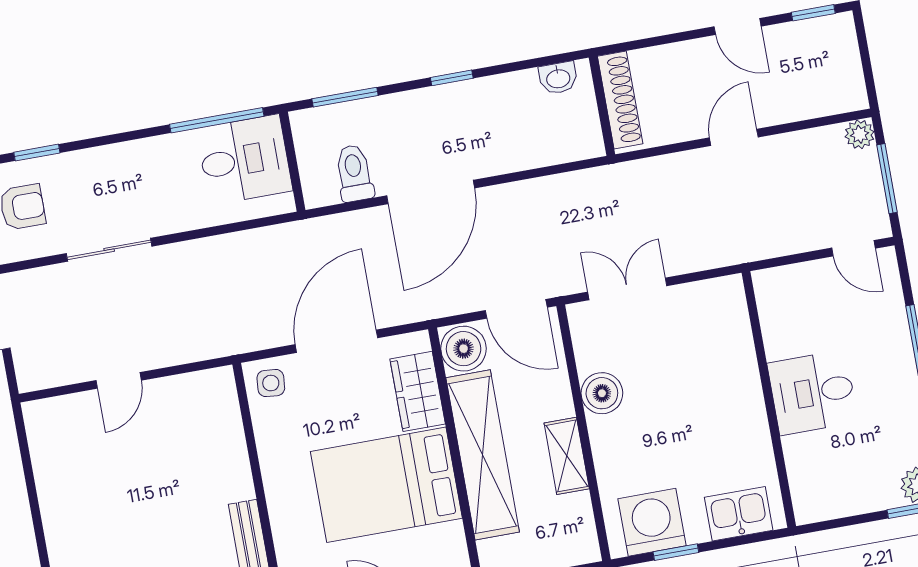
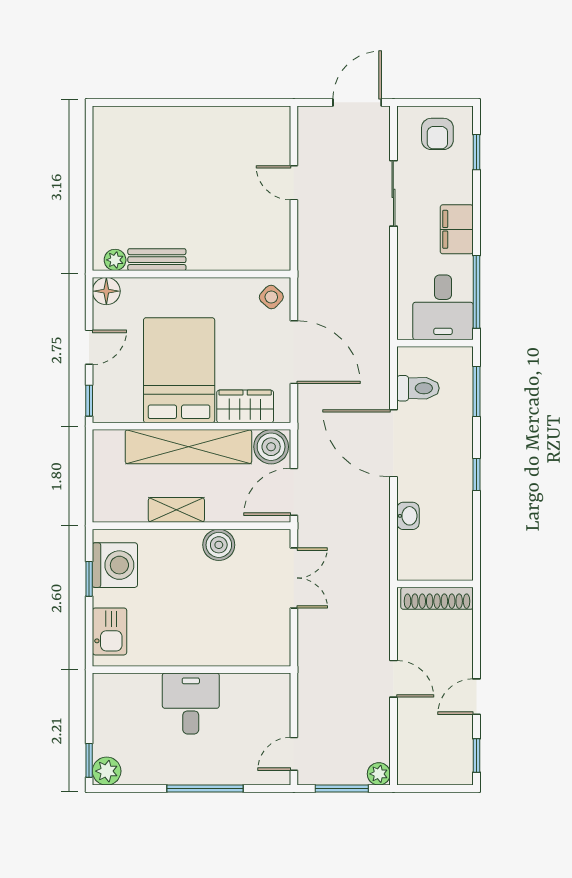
washbasin: (558, 78) -> (408, 516), moved, turned 180
filing cabinet: (141, 160) -> (457, 229), added
side table: (271, 383) -> (271, 297), turned 37

